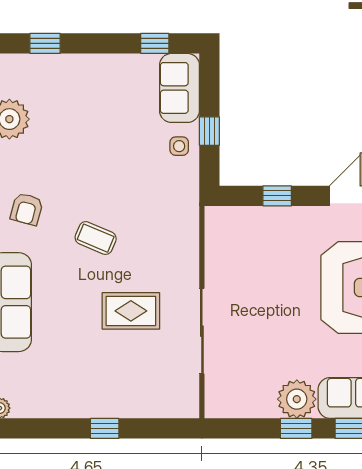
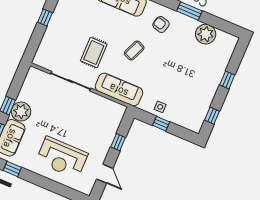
window: (45, 43) -> (227, 80), moved
sofa: (179, 88) -> (119, 90), moved, width x1.36

